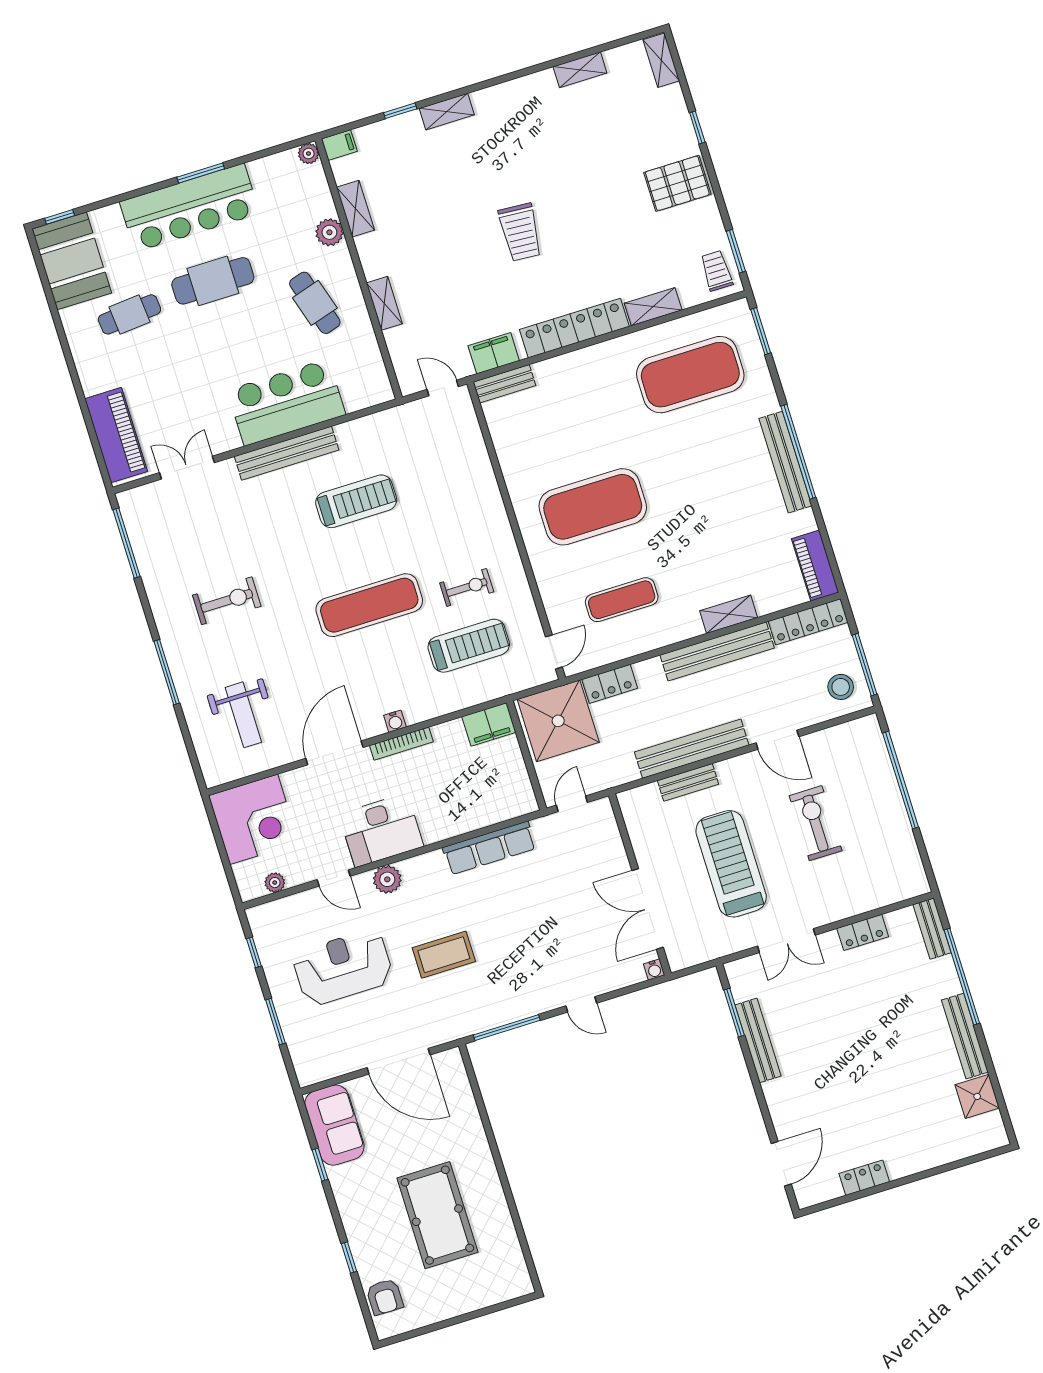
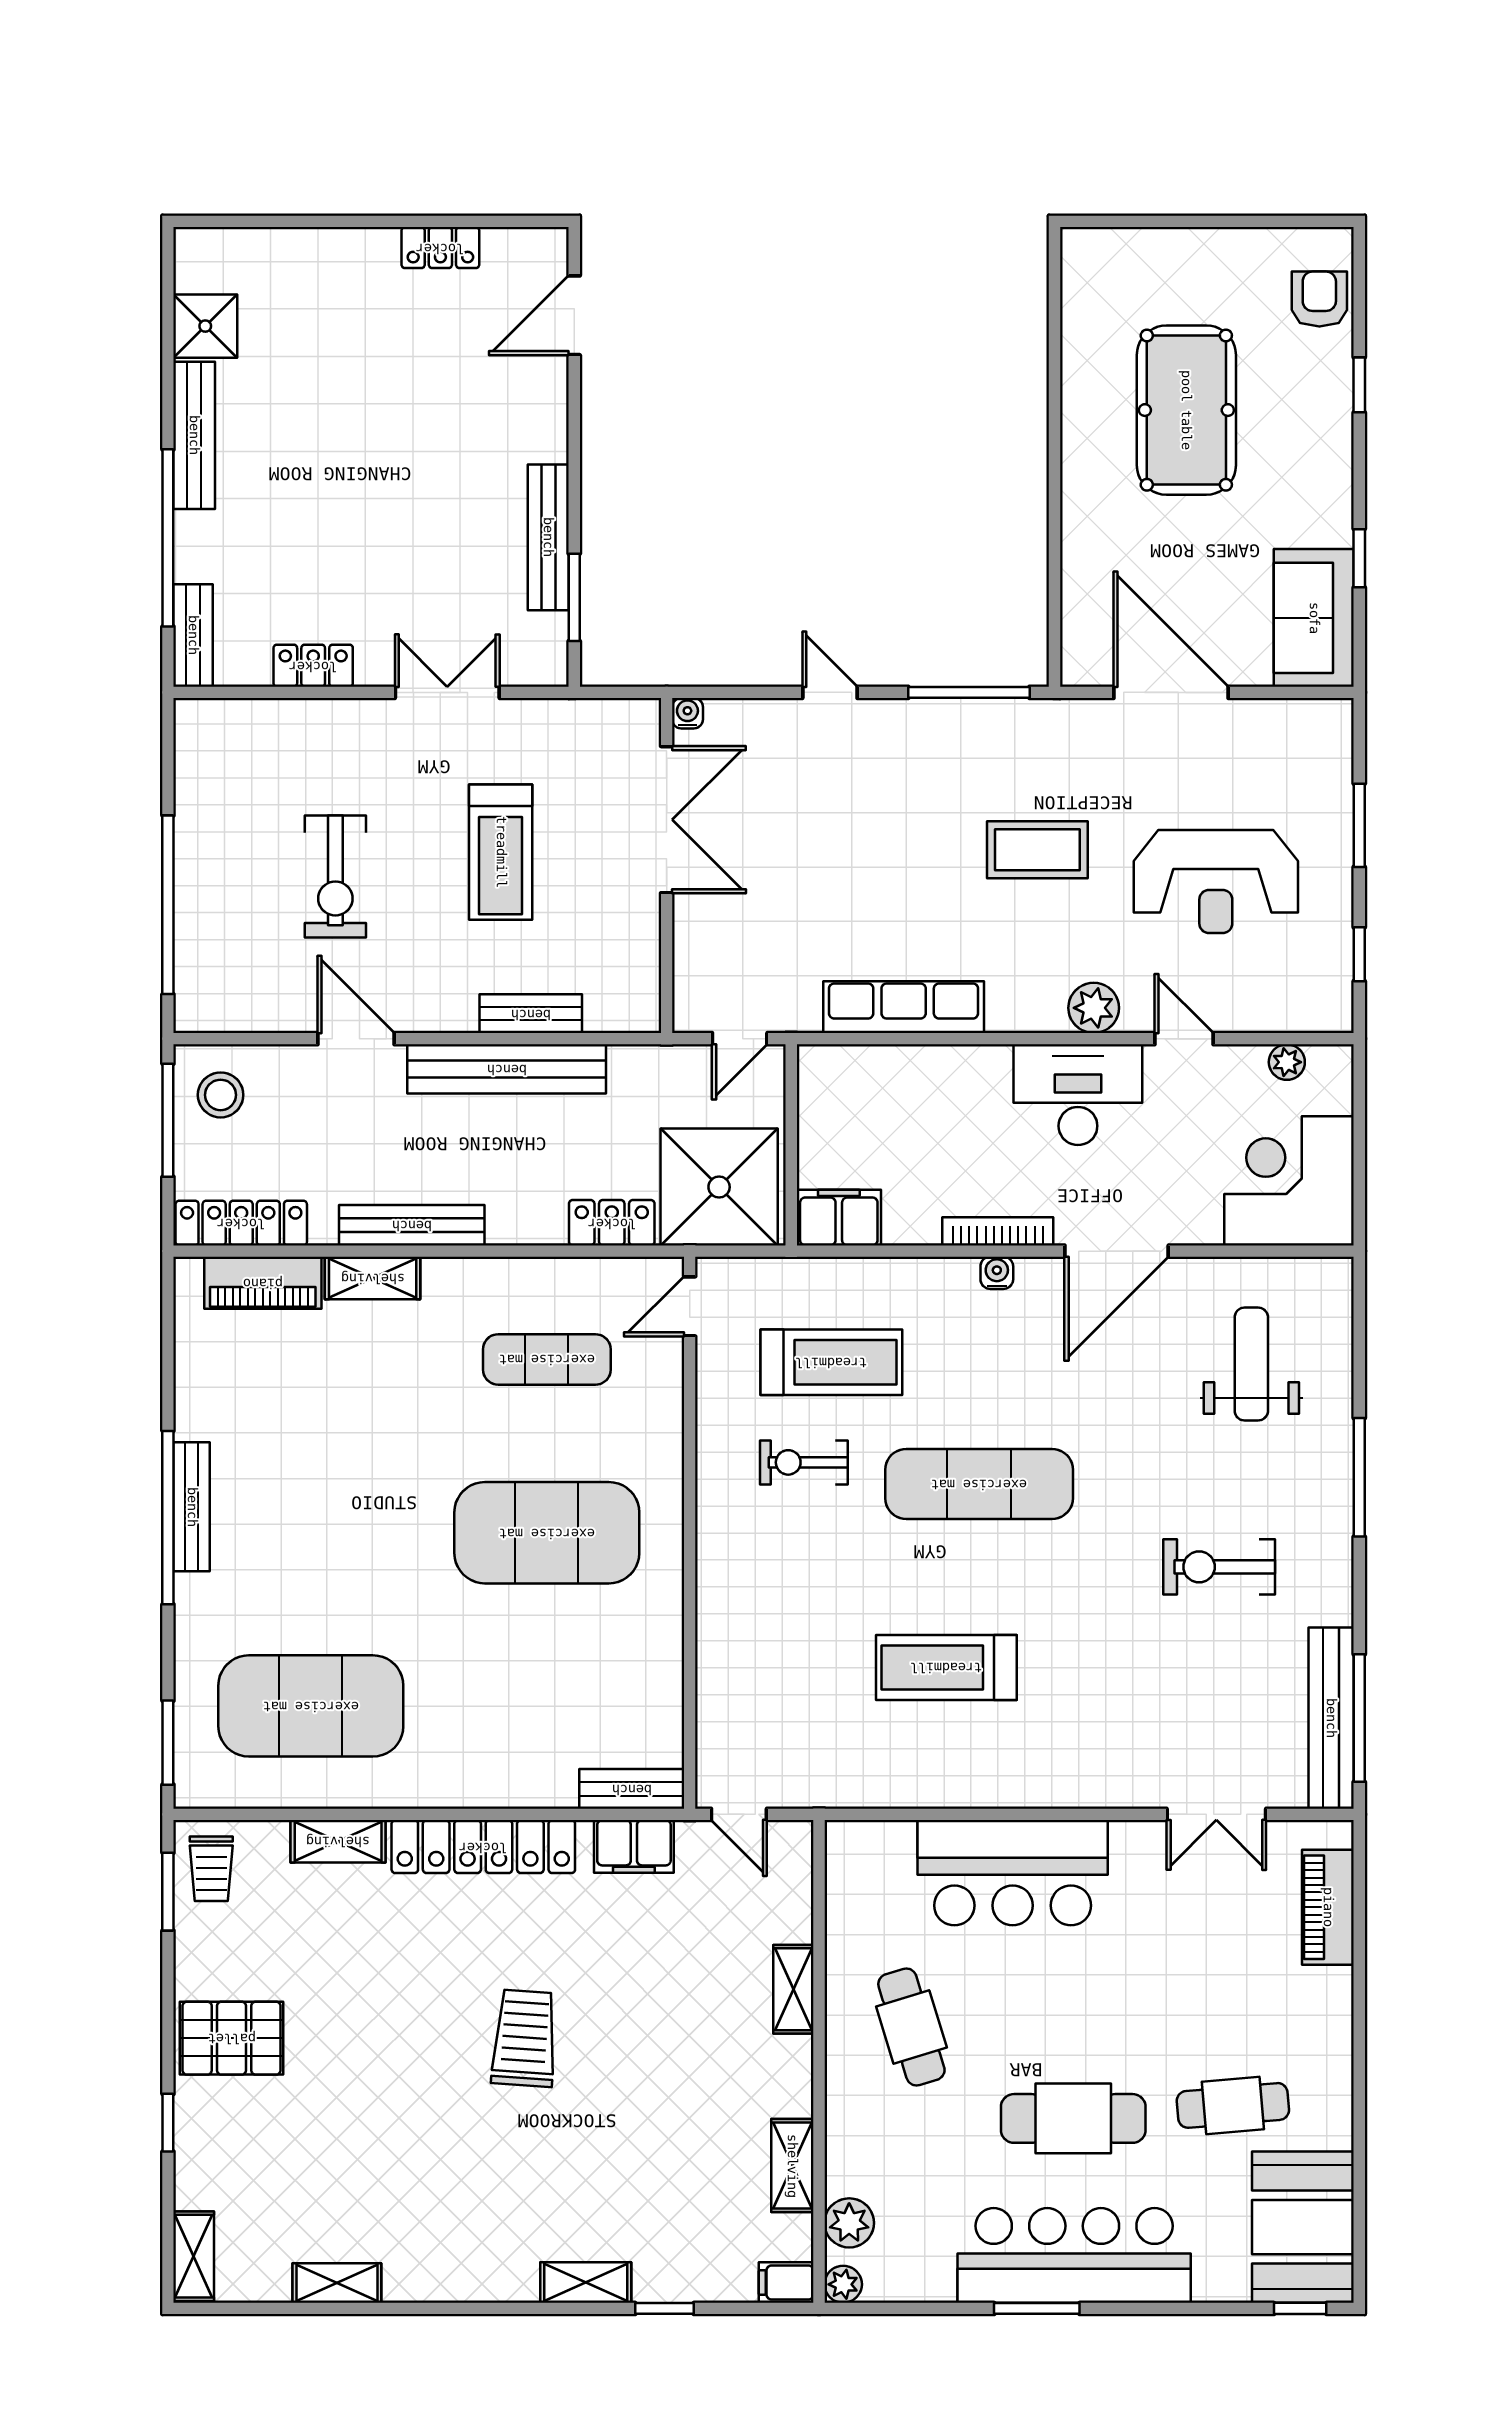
plant: (329, 232) -> (849, 2223), moved
piano: (116, 435) -> (1328, 1907), width x0.73, depth x0.75
bench: (287, 453) -> (1331, 1718), moved, turned 90
bench: (785, 462) -> (192, 1507), width x0.73, depth x0.82
piano: (815, 566) -> (263, 1283), moved, turned 90
treadmill: (469, 646) -> (831, 1362), turned 180
bench: (717, 651) -> (412, 1225), width x0.73, depth x0.82
treadmill: (731, 864) -> (501, 852), width x0.73, depth x0.73

